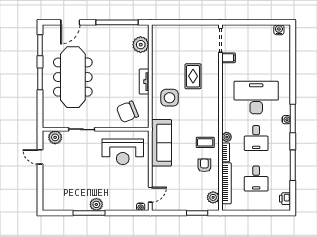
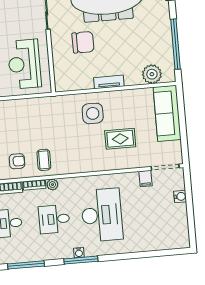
water cooler: (279, 30) -> (180, 196), moved
chair: (127, 112) -> (83, 42), moved, turned 112
sofa: (162, 143) -> (167, 113), moved, turned 90

